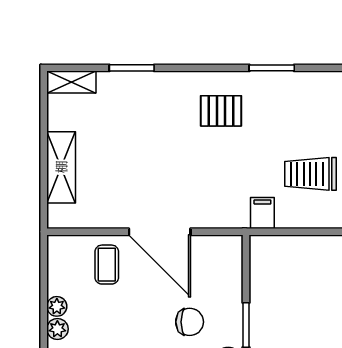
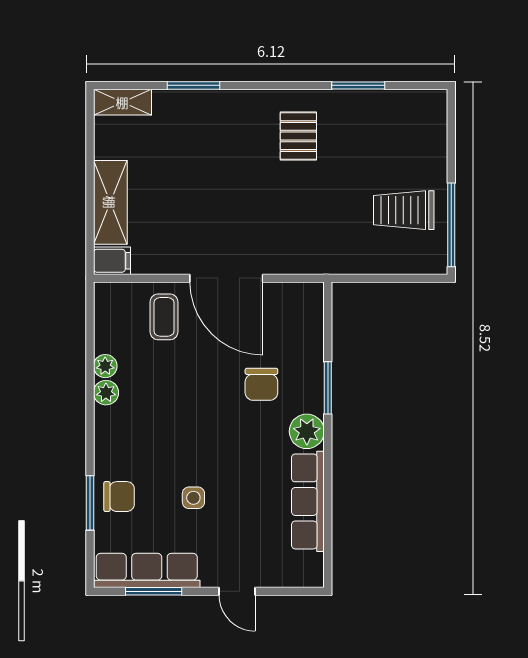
pallet: (221, 111) -> (298, 136), turned 90
filing cabinet: (262, 213) -> (112, 261), moved, turned 90
chair: (190, 322) -> (261, 384), turned 90

